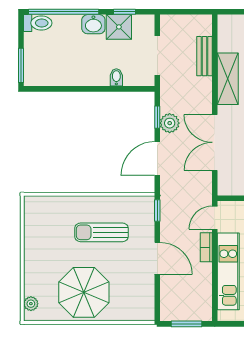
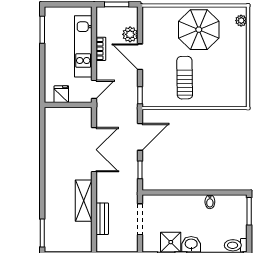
bidet: (116, 77) -> (210, 202), moved
plant: (170, 123) -> (130, 34), moved
sun lounger: (102, 232) -> (185, 78), turned -91
bookcase: (206, 247) -> (101, 49), moved

